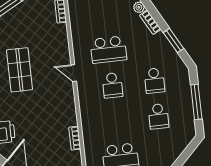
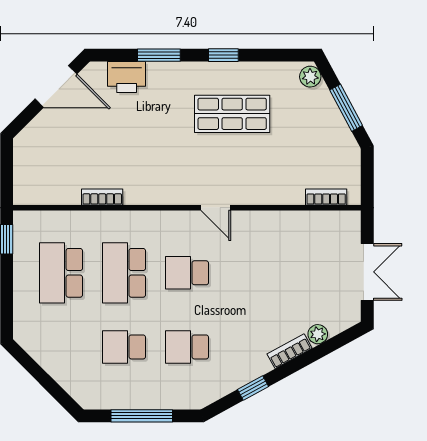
window: (174, 41) -> (253, 388), width x0.67
school desk: (108, 50) -> (124, 273), moved
door: (74, 73) -> (216, 208), swing flipped

